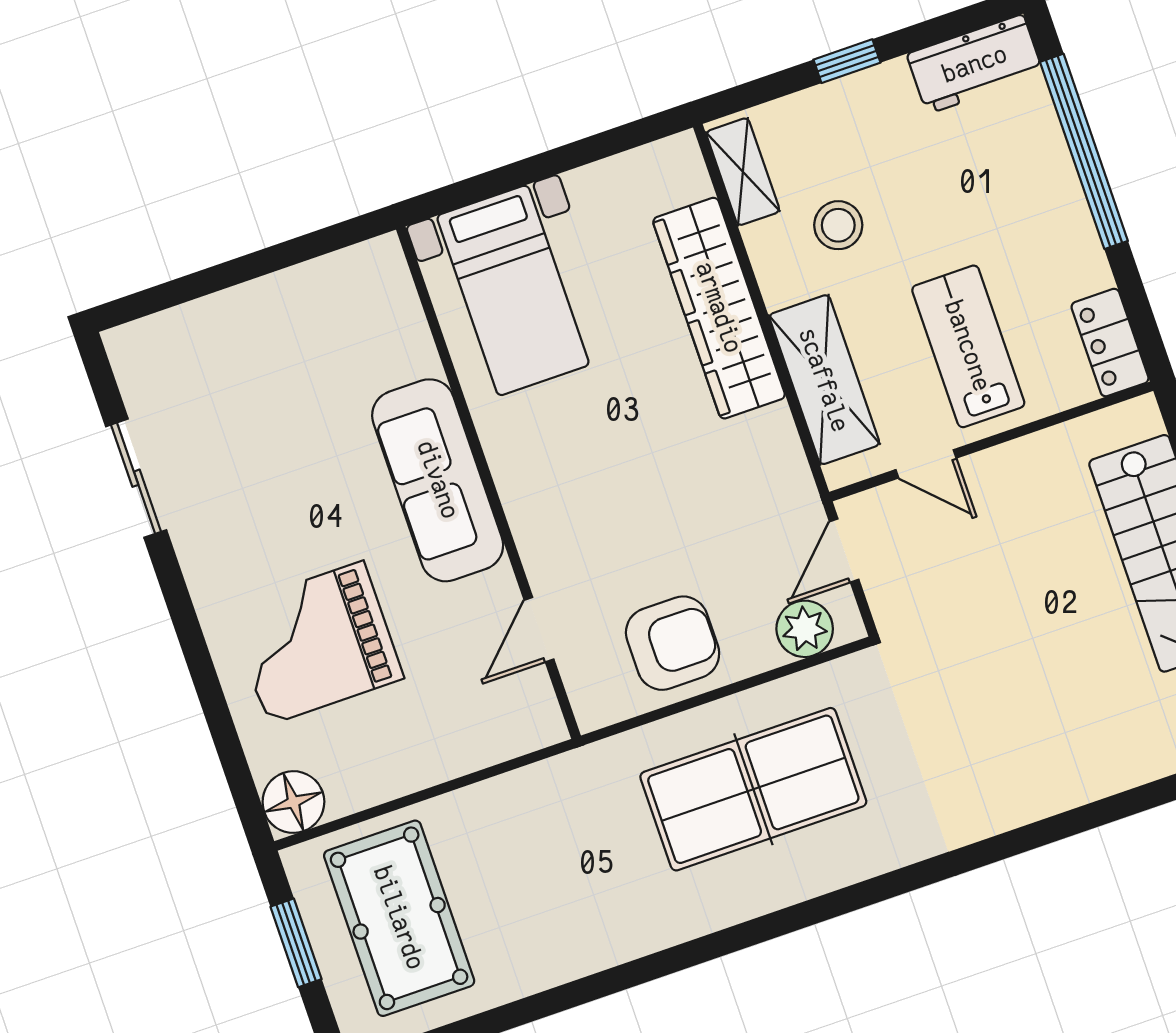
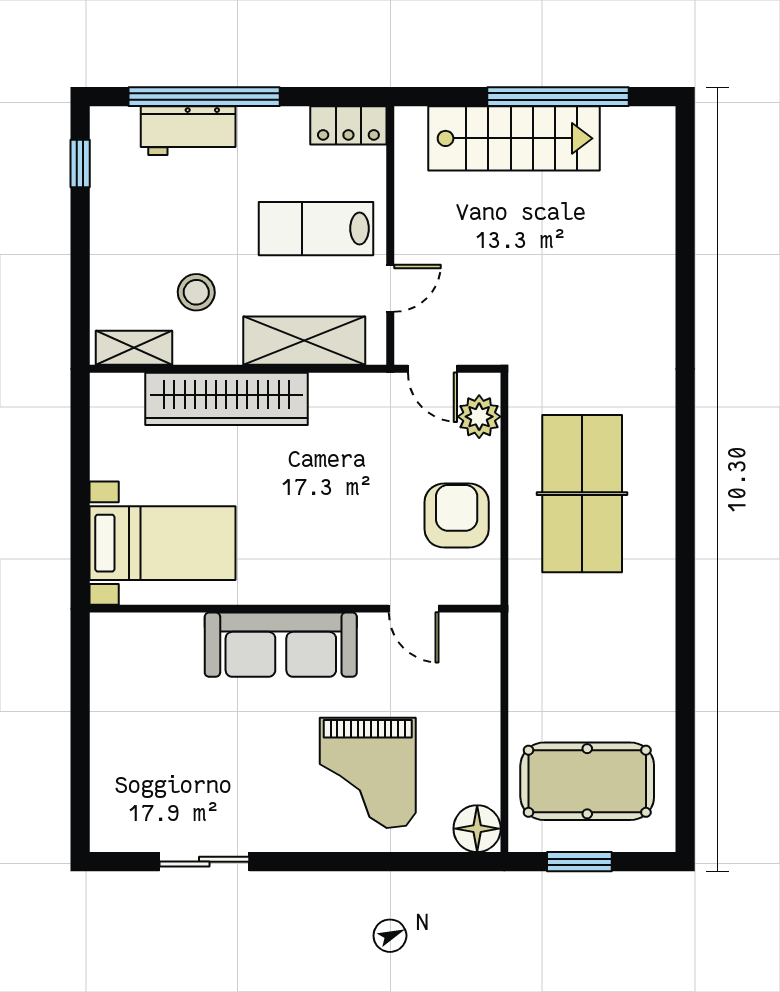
window: (847, 61) -> (80, 163), moved
workbench: (975, 64) -> (188, 131), moved, turned 90

